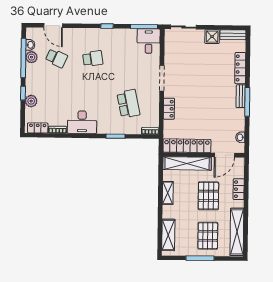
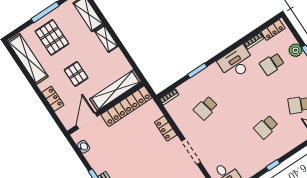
school desk: (56, 103) -> (272, 64), added
school desk: (128, 104) -> (206, 108), width x0.54
shelving: (168, 193) -> (106, 39), moved
pallet: (208, 196) -> (76, 74), width x0.67, depth x0.71

